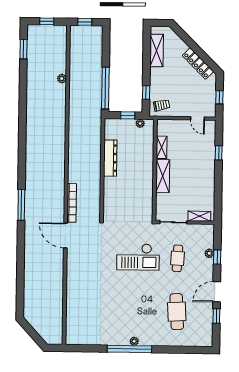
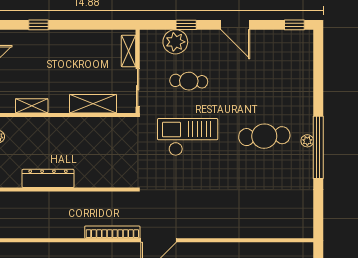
shelving: (163, 176) -> (93, 104), moved
plant: (209, 253) -> (175, 42), width x1.87, depth x1.87
checkout: (138, 257) -> (188, 137), turned -90
cafe table: (177, 312) -> (264, 136), moved
window: (216, 316) -> (294, 25), moved

